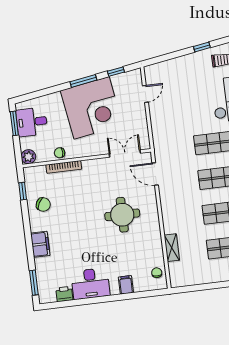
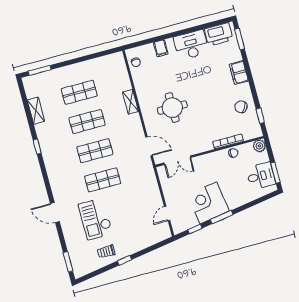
corner desk: (92, 108) -> (208, 203), width x0.74, depth x0.74
shelving: (172, 248) -> (130, 102), moved
printer: (64, 294) -> (219, 34), width x1.87, depth x1.48

